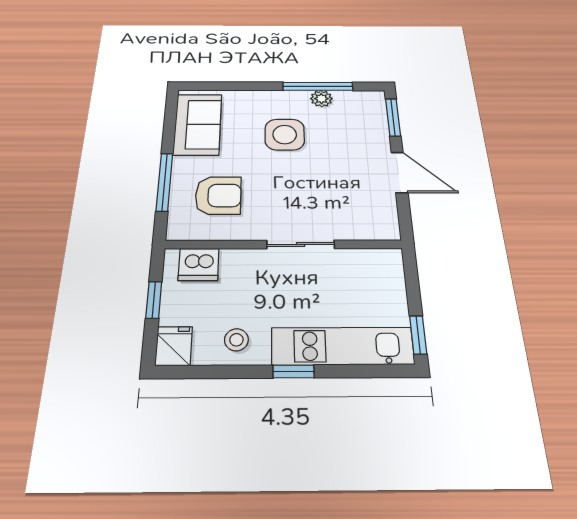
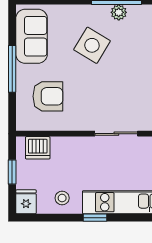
side table: (285, 135) -> (92, 45), turned 31
window: (164, 182) -> (12, 69), moved
sliding door: (301, 244) -> (116, 134), moved

